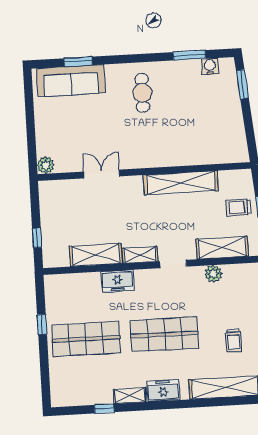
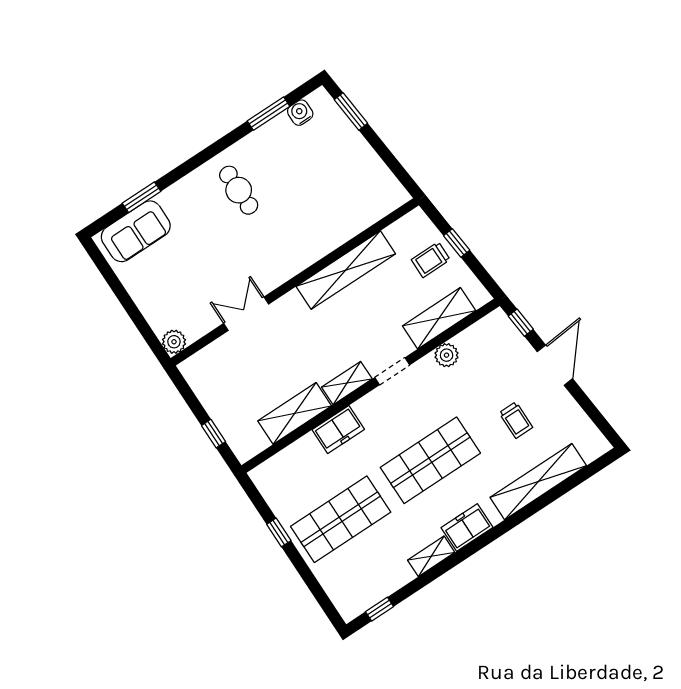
sofa: (71, 81) -> (136, 231), width x0.73
window: (104, 409) -> (380, 609), moved

